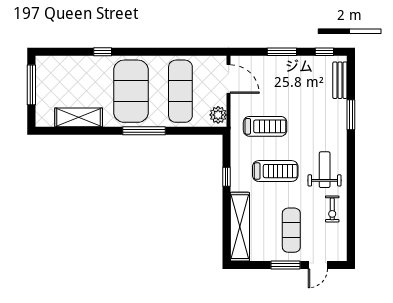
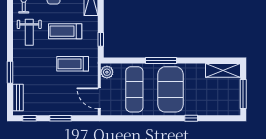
shelving: (79, 117) -> (223, 70), moved
window: (227, 177) -> (101, 39), moved

